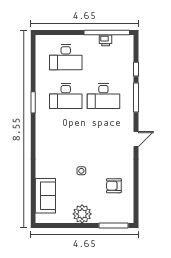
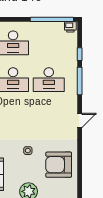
printer: (106, 40) -> (70, 27), moved
armchair: (114, 186) -> (59, 165), width x1.88, depth x1.88

